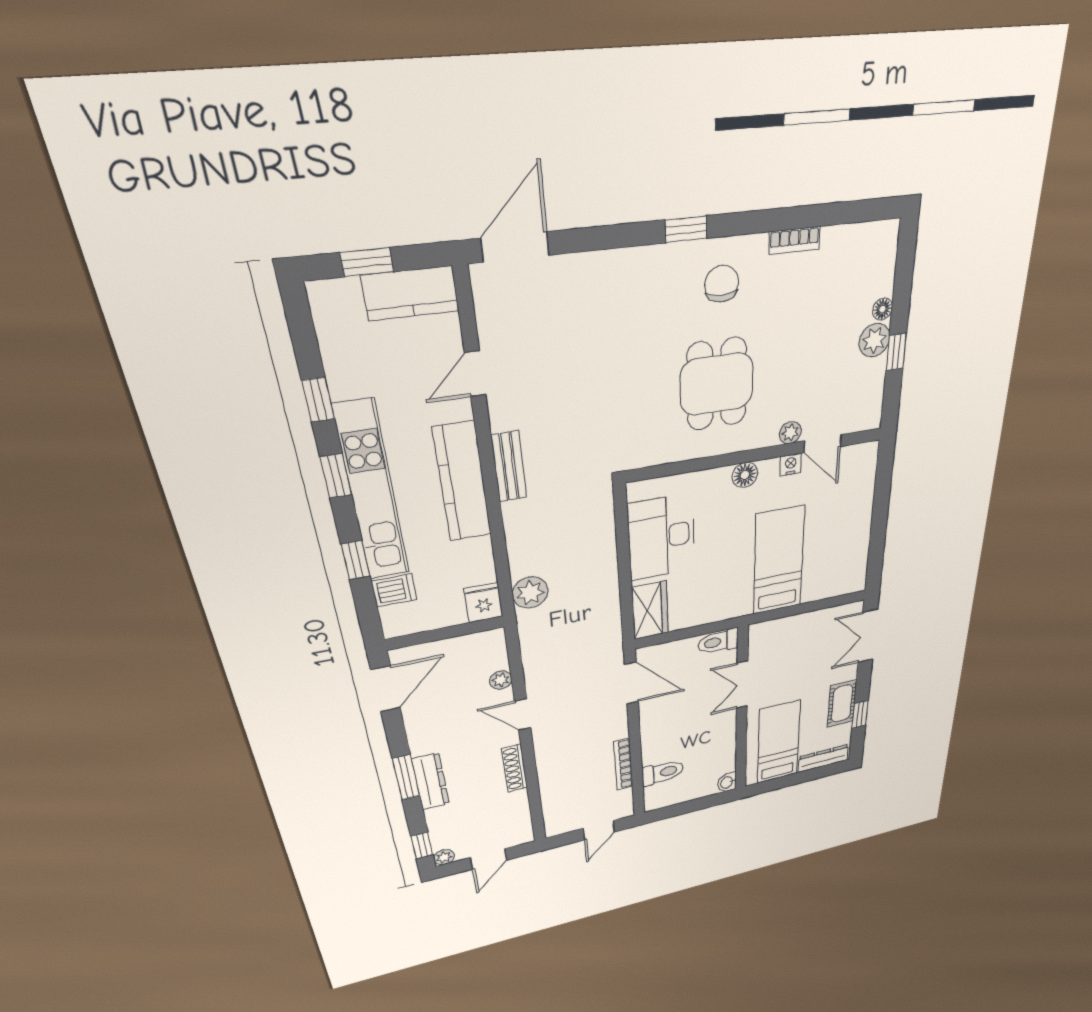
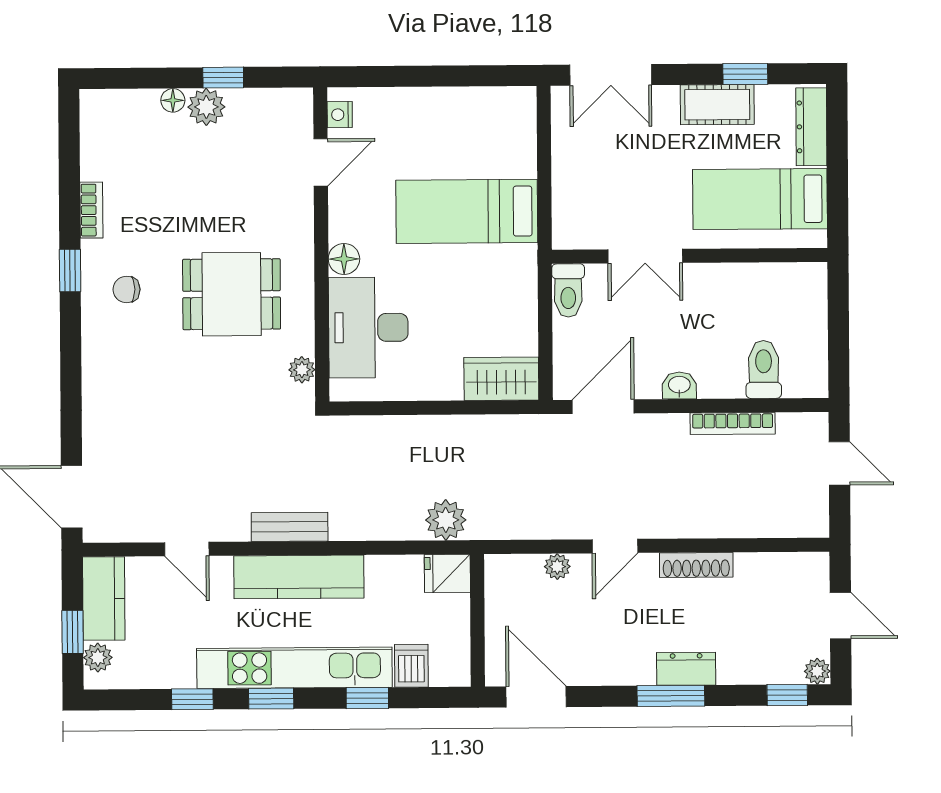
window: (686, 229) -> (70, 270), moved
chair: (722, 284) -> (126, 289), width x0.73, depth x0.73
plant: (343, 294) -> (98, 658), added
plant: (790, 433) -> (302, 370), moved
nightstand: (791, 464) -> (340, 115), moved
desk: (662, 537) -> (368, 328), moved, turned 90
dresser: (430, 782) -> (686, 669), width x0.70
washbasin: (727, 782) -> (679, 385), moved, turned 180

